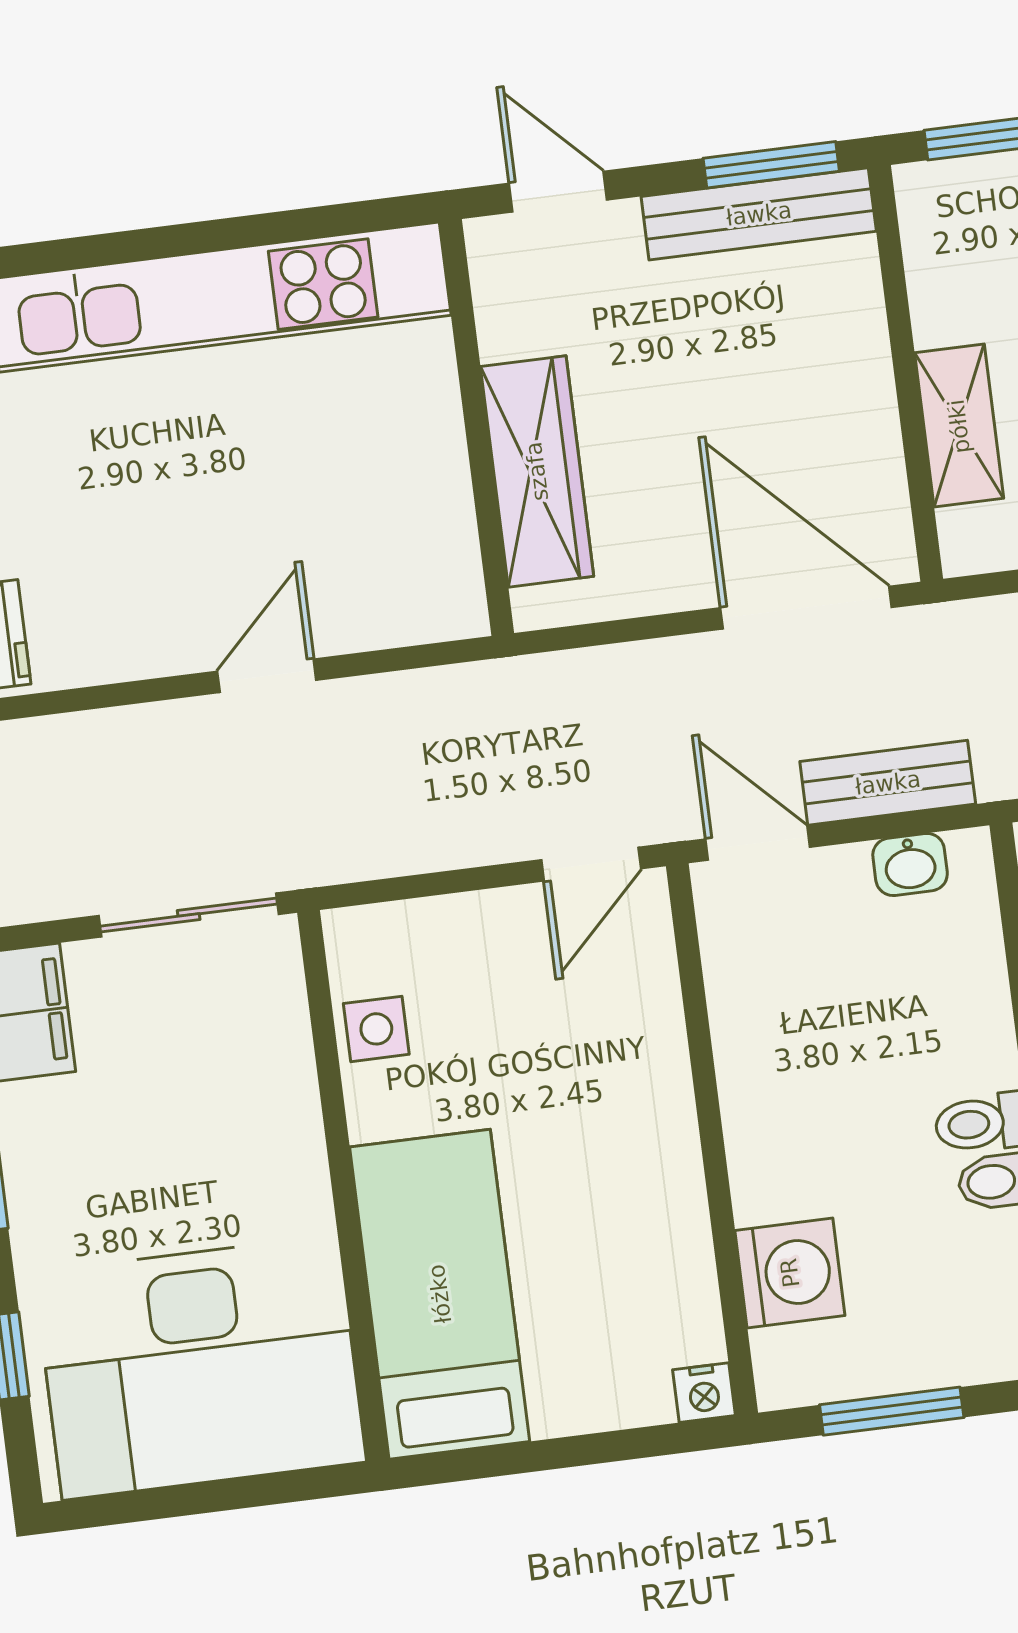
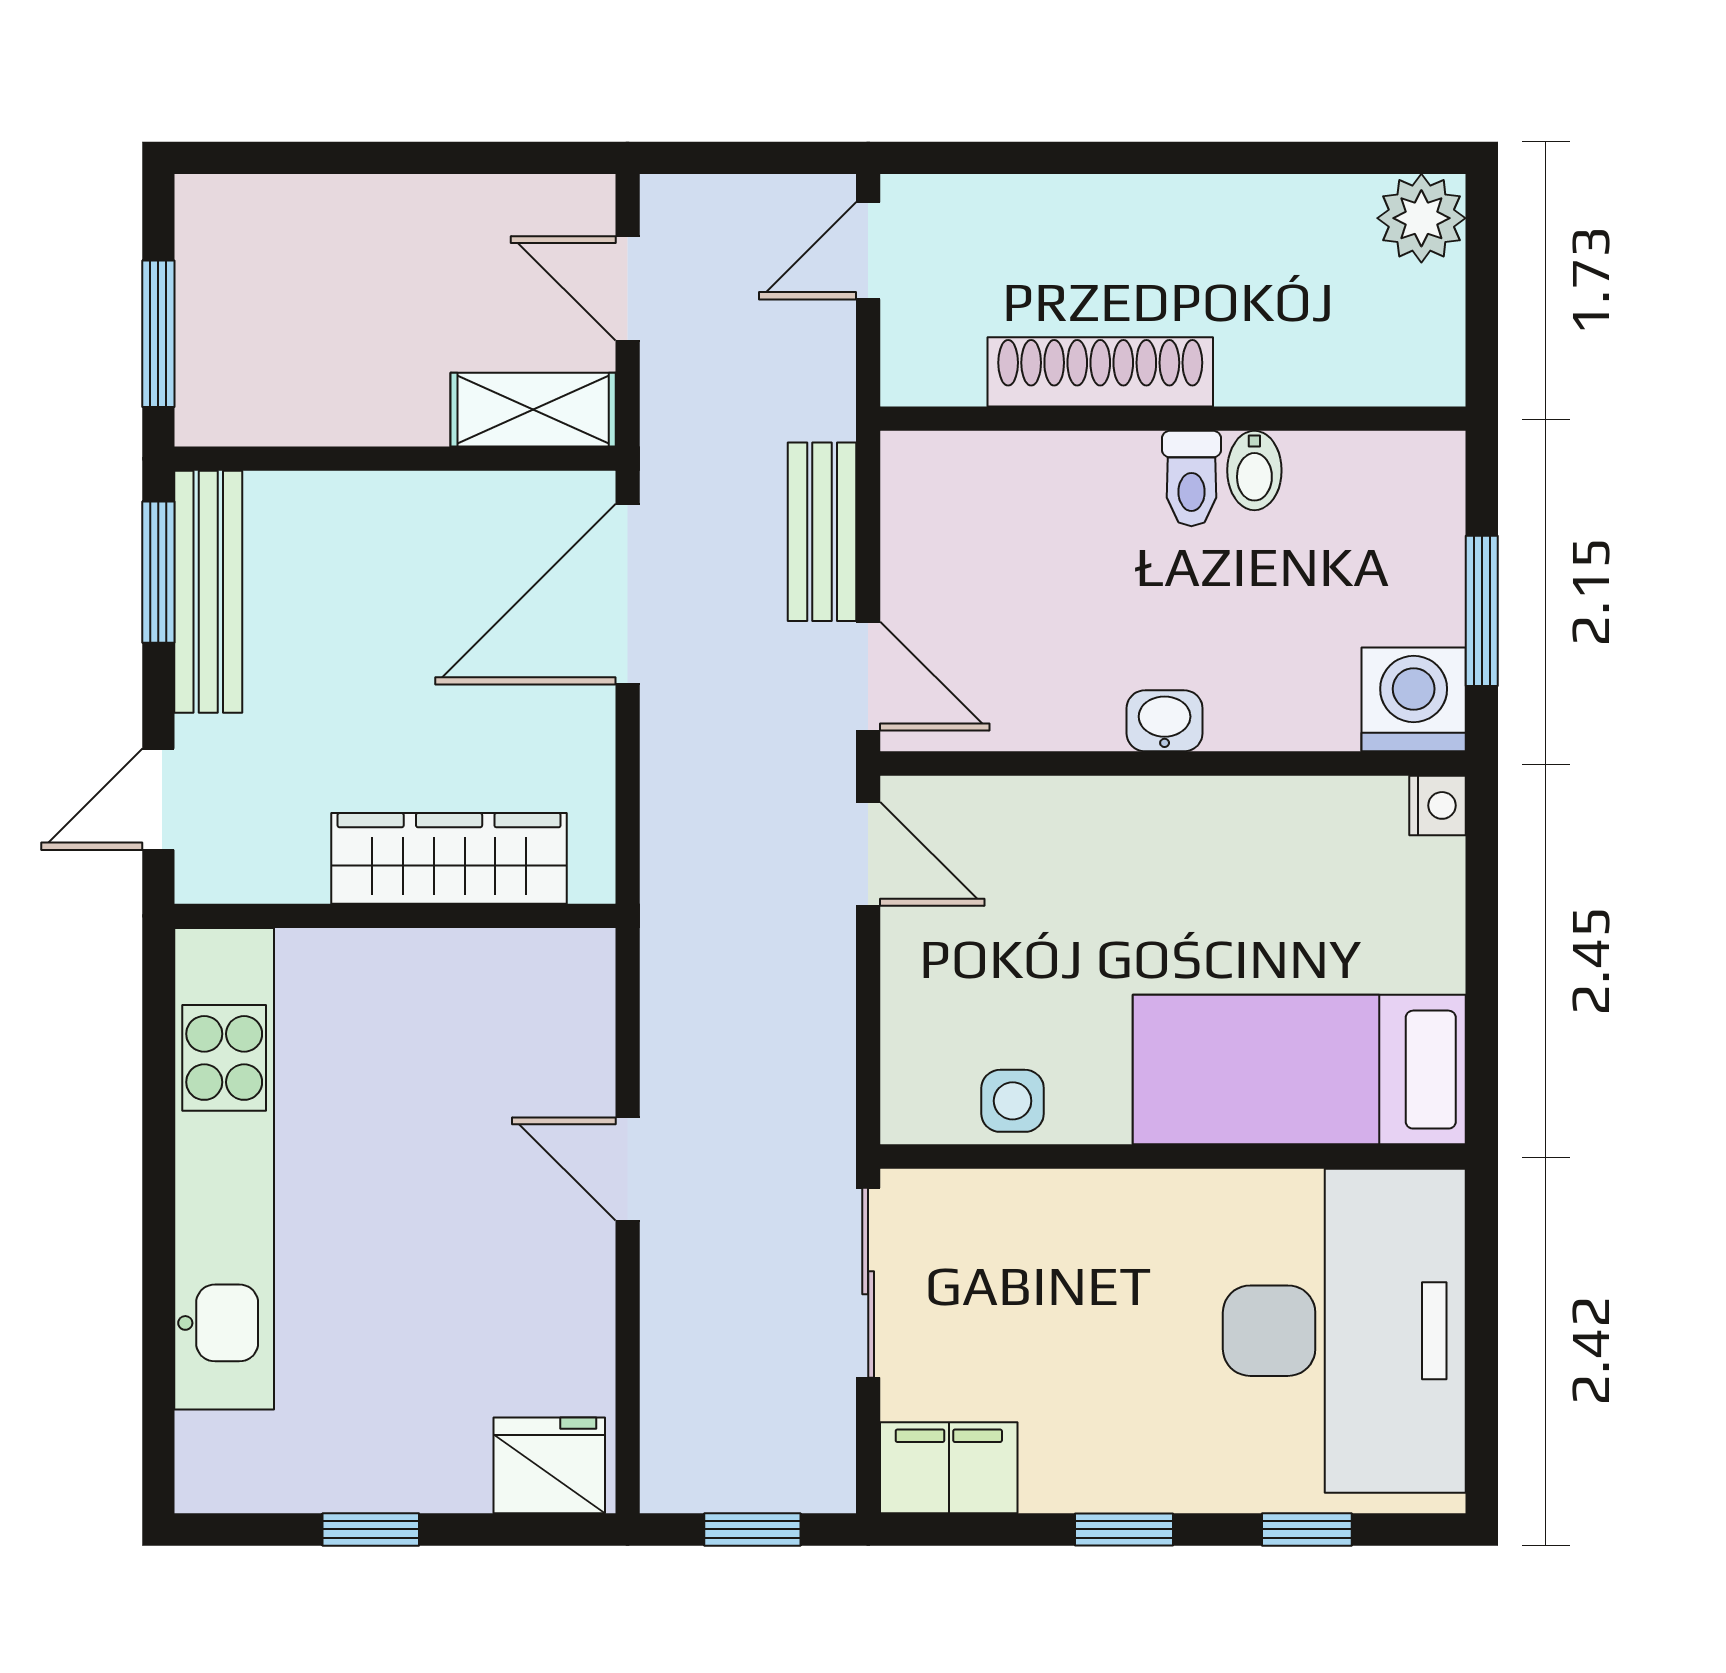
shelving: (959, 426) -> (533, 410), moved
door: (758, 843) -> (868, 676), swing flipped
washbasin: (910, 865) -> (1165, 721), moved, turned -90
washing machine: (790, 1273) -> (1414, 699), moved

